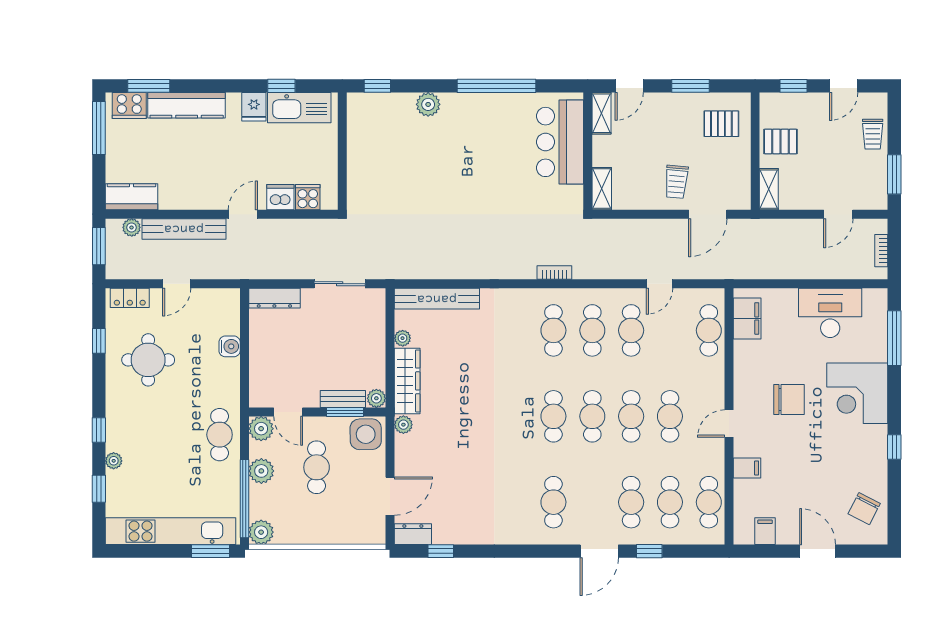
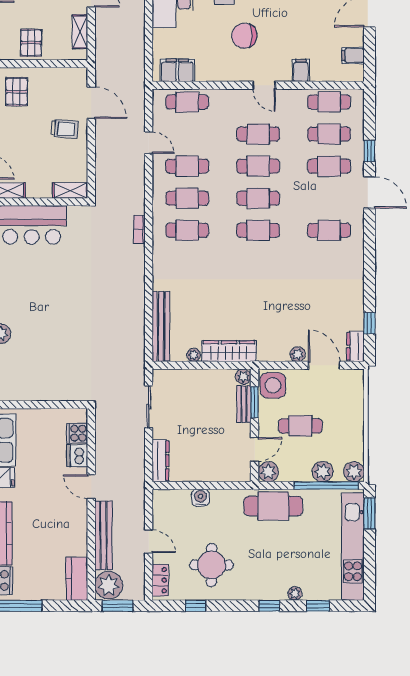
shelving: (769, 189) -> (80, 32), moved, turned 90
plant: (132, 227) -> (109, 585), width x1.87, depth x1.87
chair: (789, 399) -> (244, 36), turned -90
plant: (403, 425) -> (298, 354), moved
cafe table: (220, 435) -> (273, 506), width x1.37, depth x1.35
plant: (261, 471) -> (323, 472), moved

